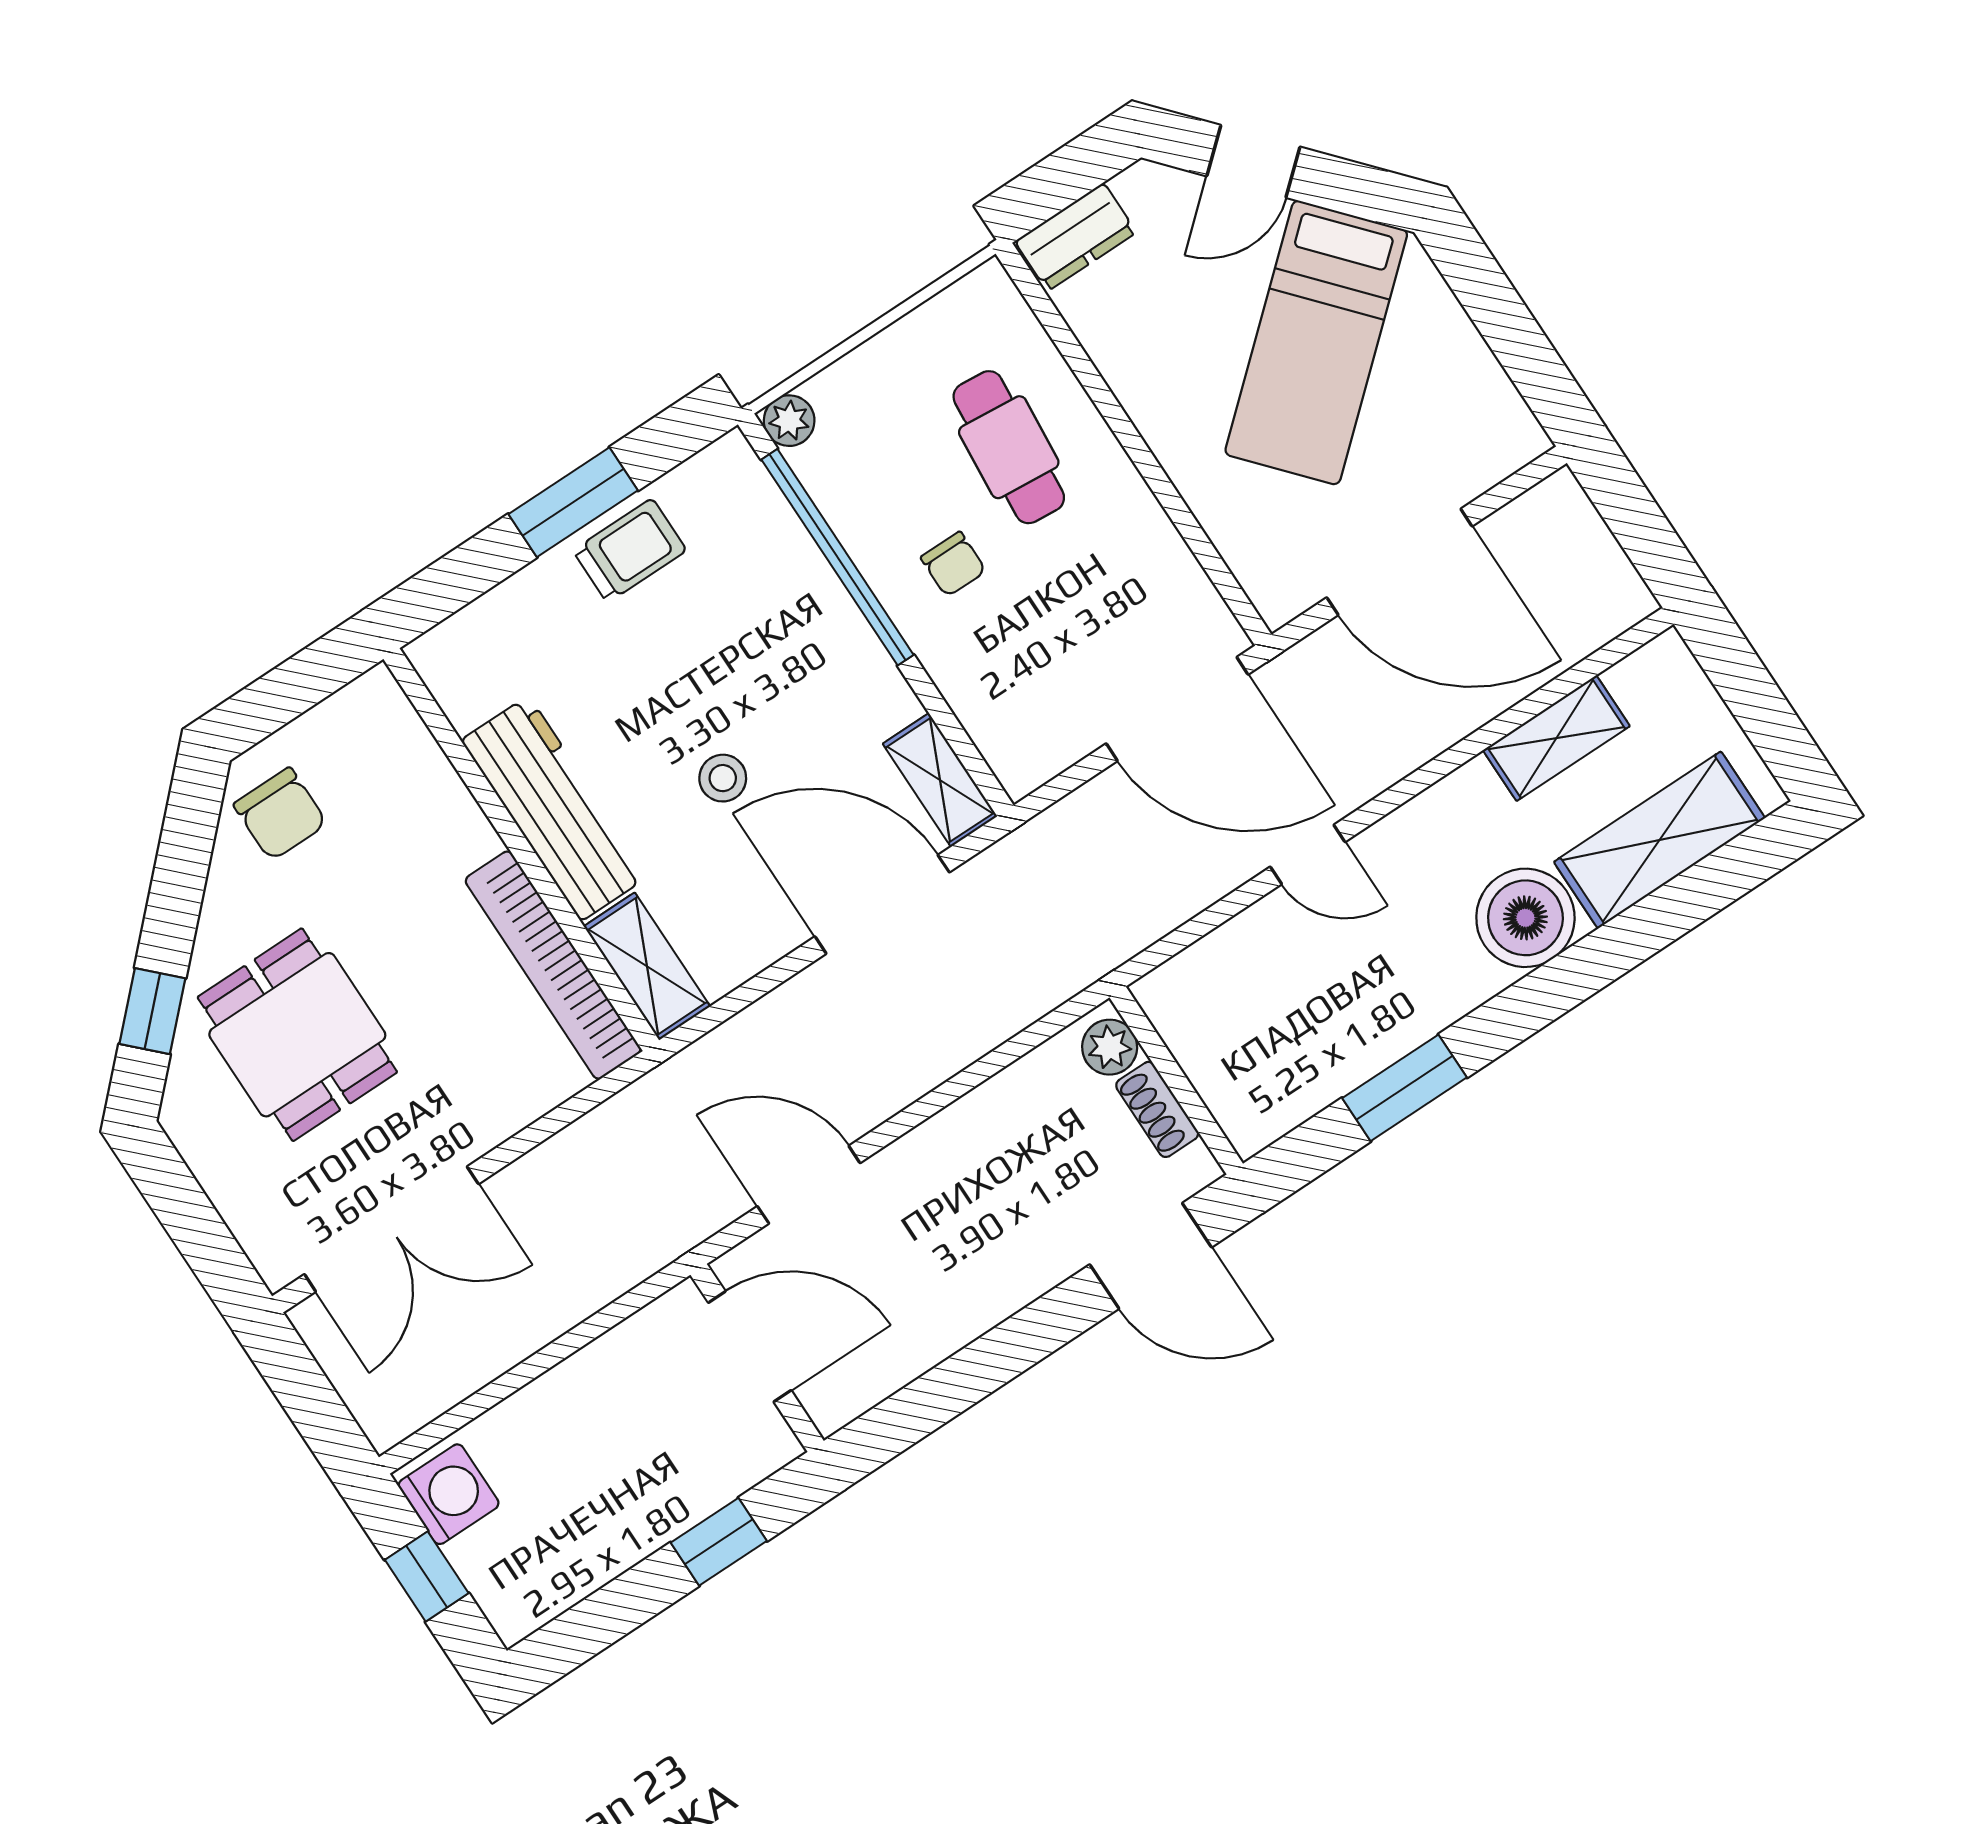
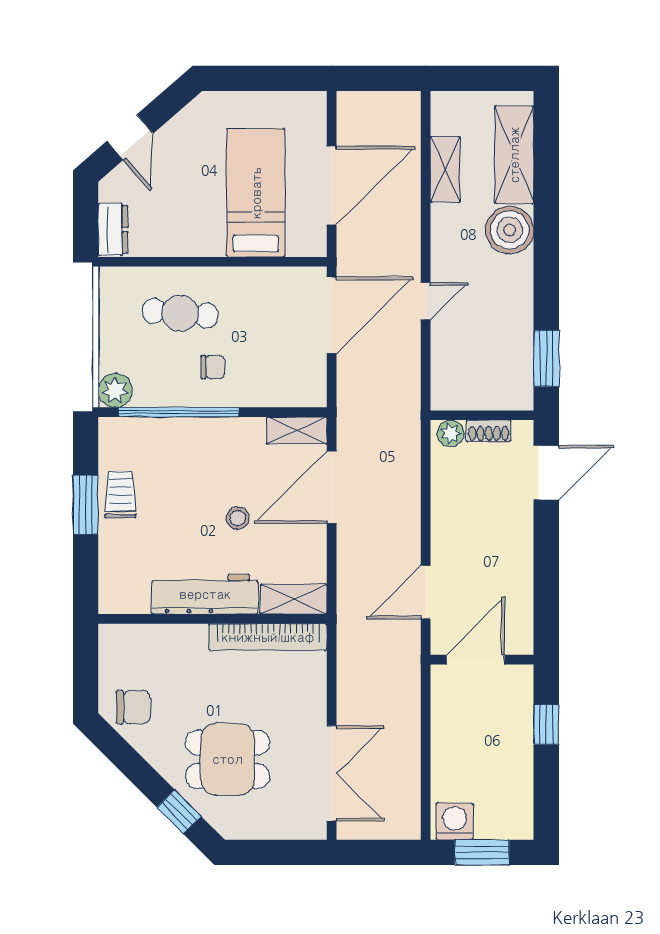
bed: (1316, 342) -> (256, 193), moved, turned -139
plant: (789, 421) -> (115, 390), width x1.38, depth x1.38
window: (1404, 1088) -> (546, 358), moved
window: (427, 1577) -> (482, 852), width x1.50

